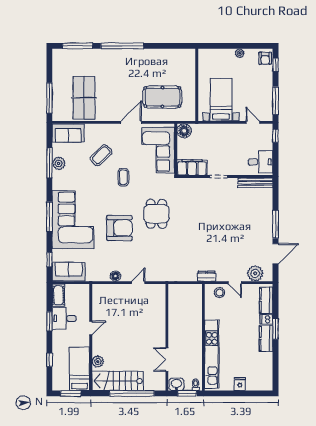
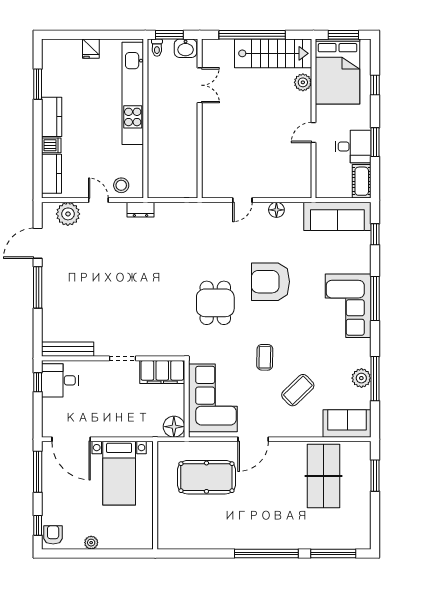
window: (49, 98) -> (375, 476), width x0.69
door: (253, 122) -> (71, 439), width x1.87
window: (276, 136) -> (38, 382), moved
corner sofa: (73, 220) -> (348, 306), width x0.73, depth x0.74
sofa: (69, 272) -> (337, 216), width x1.36
window: (276, 329) -> (38, 84), moved
bed: (79, 369) -> (338, 72), width x1.50

